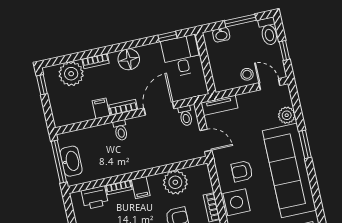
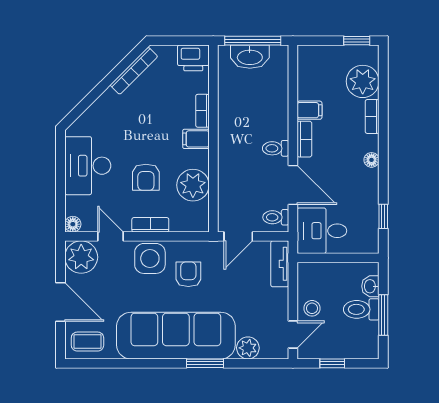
toilet: (269, 31) -> (361, 309), moved
desk: (181, 56) -> (322, 231), moved, turned 180
floor lamp: (129, 59) -> (372, 160), width x0.53, depth x0.53
toilet: (121, 130) -> (276, 148), moved
printer: (95, 198) -> (193, 58), moved, turned -90

